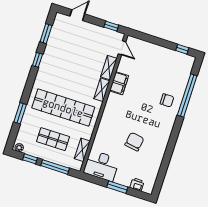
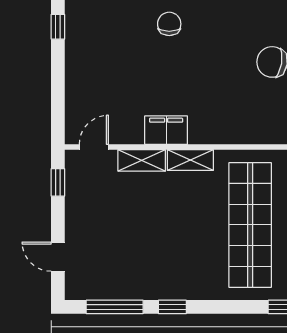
window: (46, 34) -> (115, 307), width x1.44

